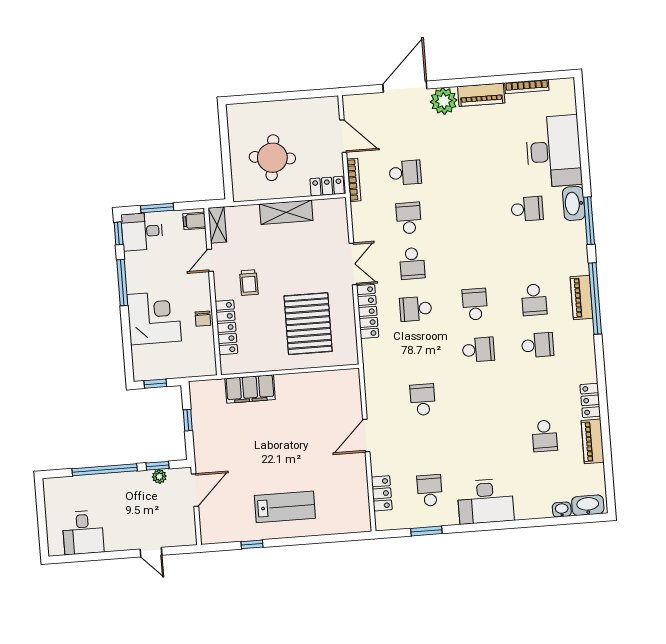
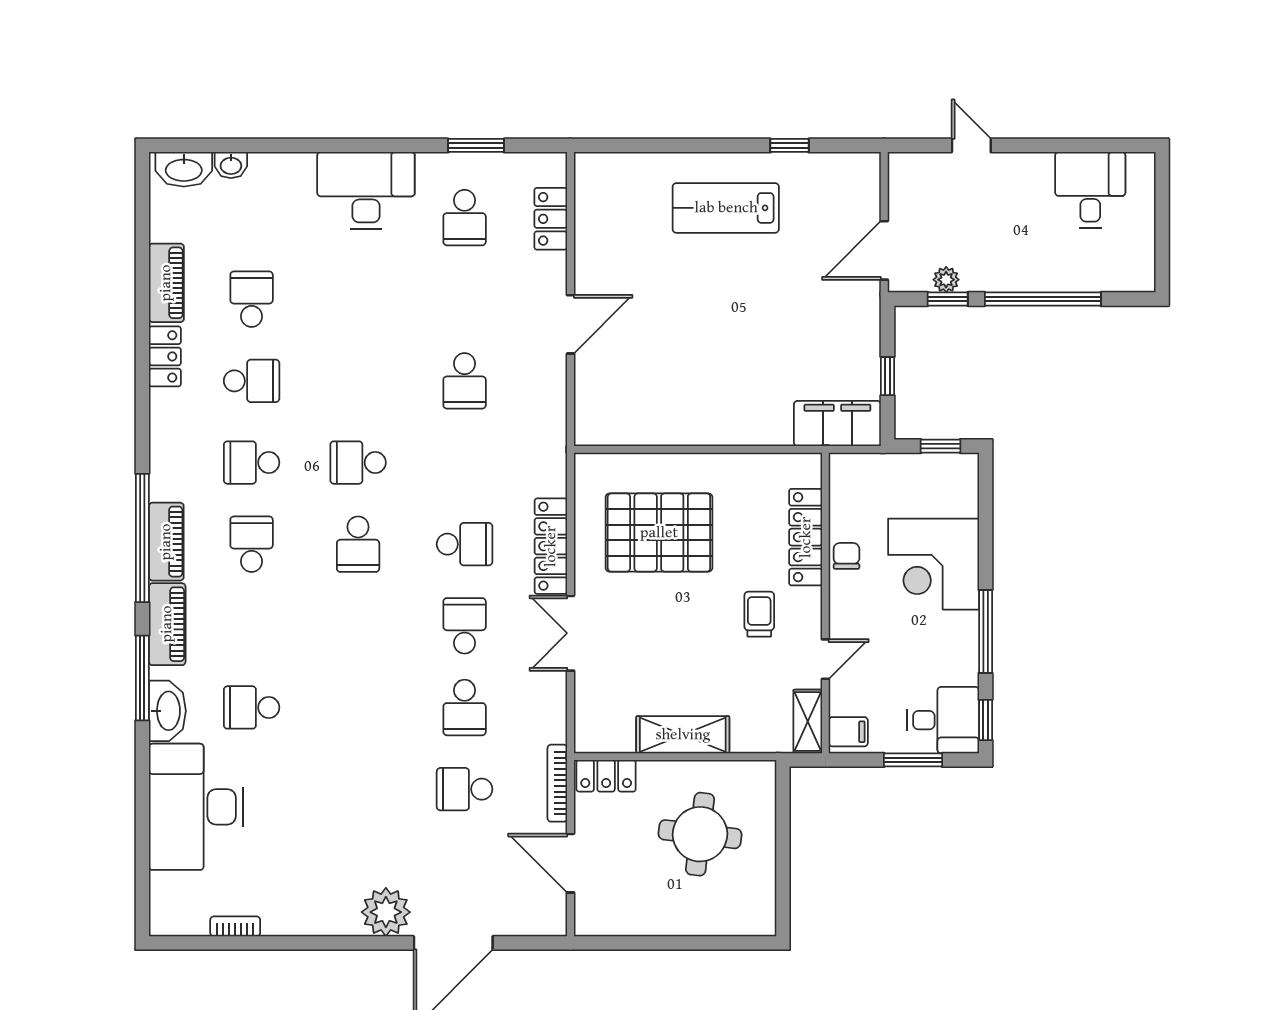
bookcase: (527, 87) -> (235, 926), width x0.64
piano: (481, 95) -> (167, 624), moved, turned 90
pallet: (308, 324) -> (659, 533), turned 90
filing cabinet: (250, 389) -> (837, 424), moved
school desk: (541, 390) -> (252, 381), added

